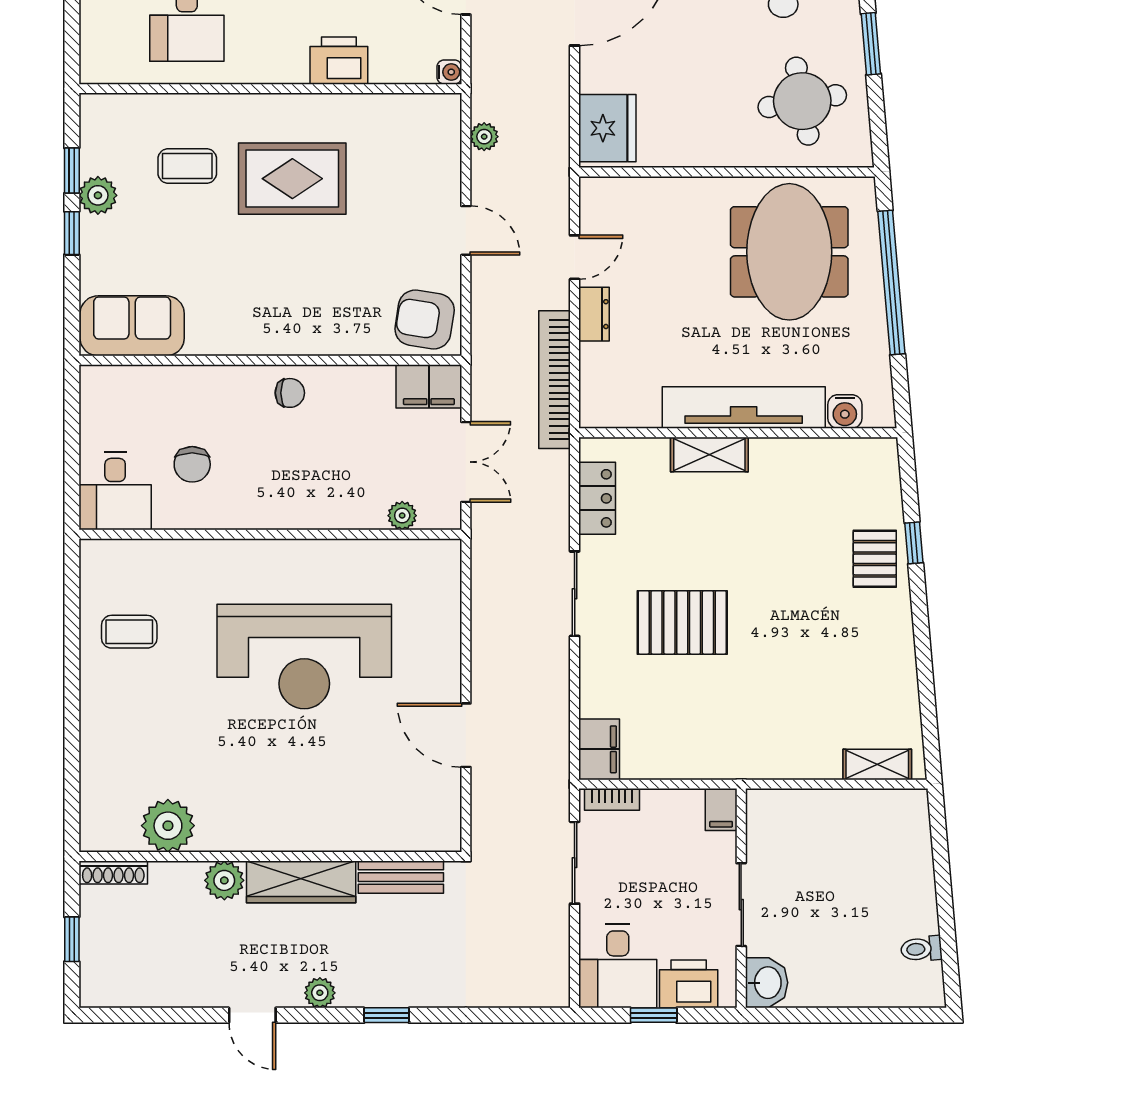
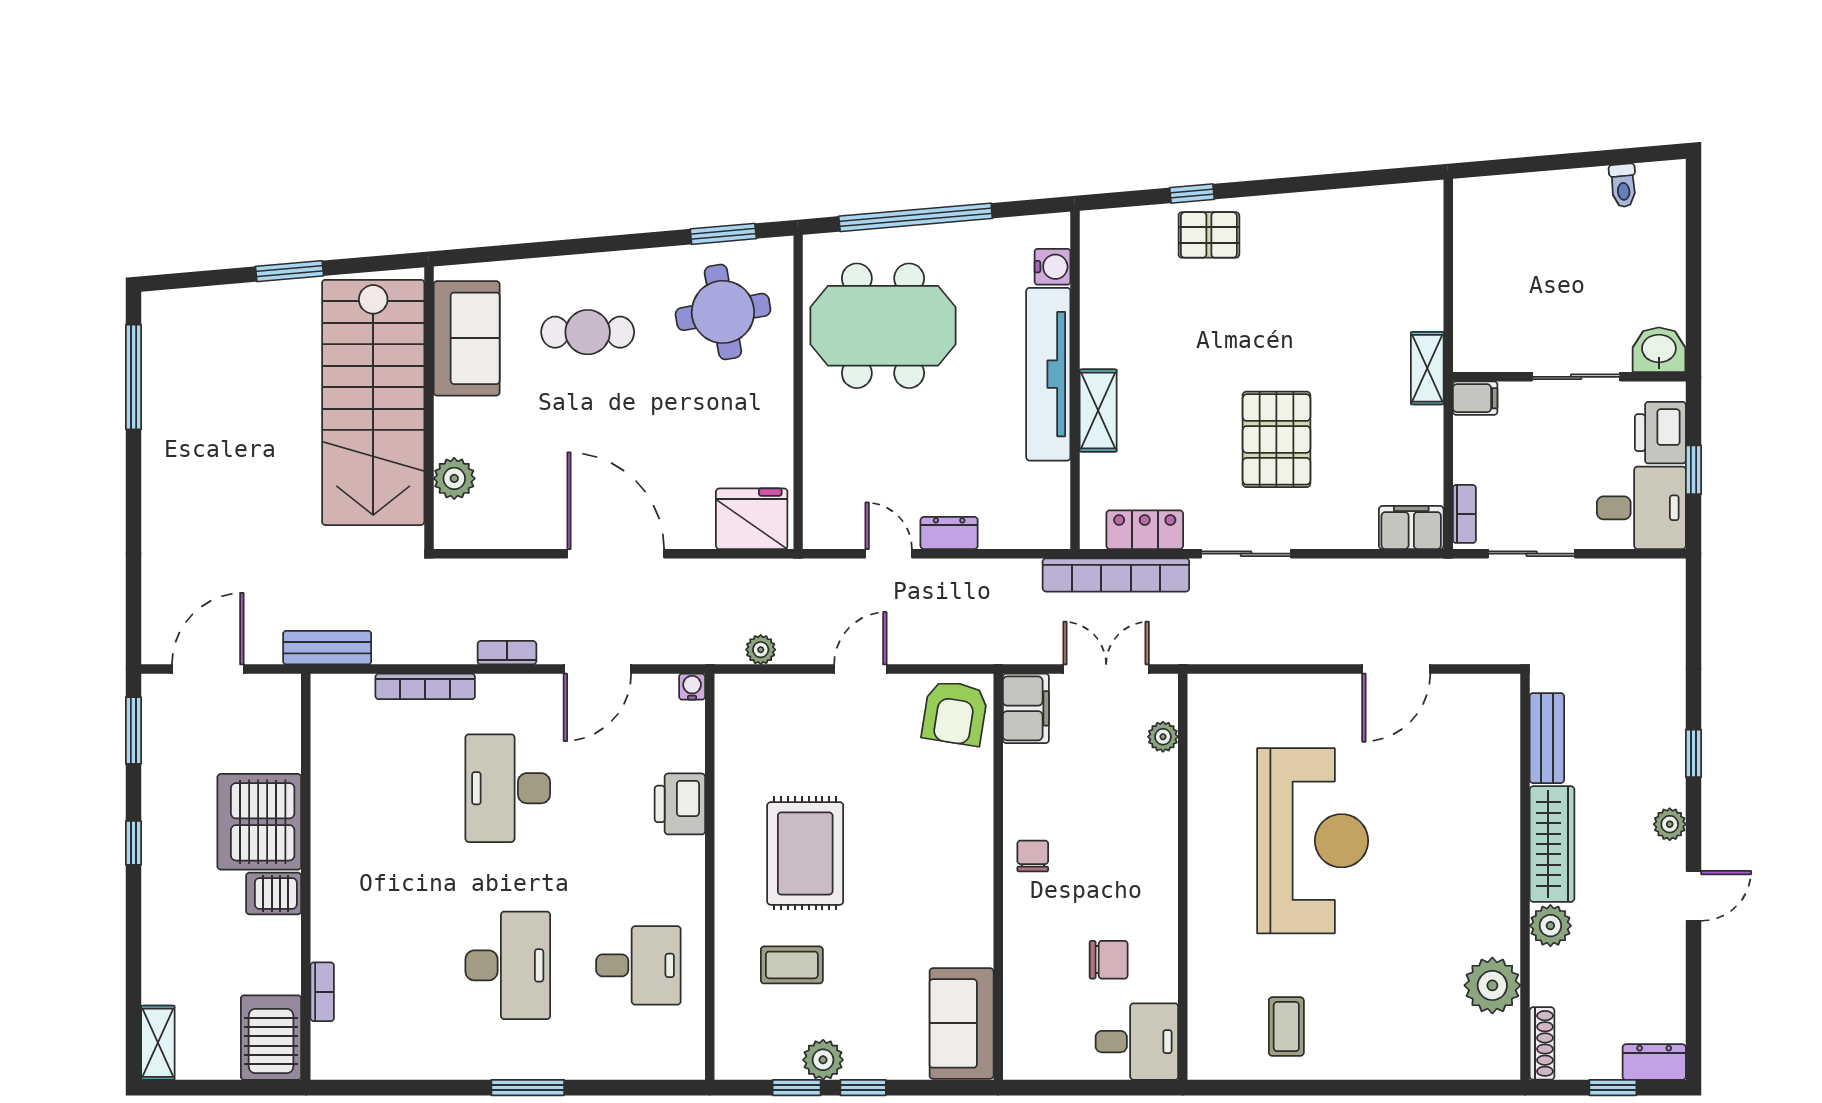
window: (871, 44) -> (723, 234), moved
coffee table: (187, 166) -> (792, 965), turned 90
bookcase: (555, 380) -> (1116, 575), moved
shelving: (877, 764) -> (1427, 368), moved
dresser: (96, 978) -> (1654, 1062), added

